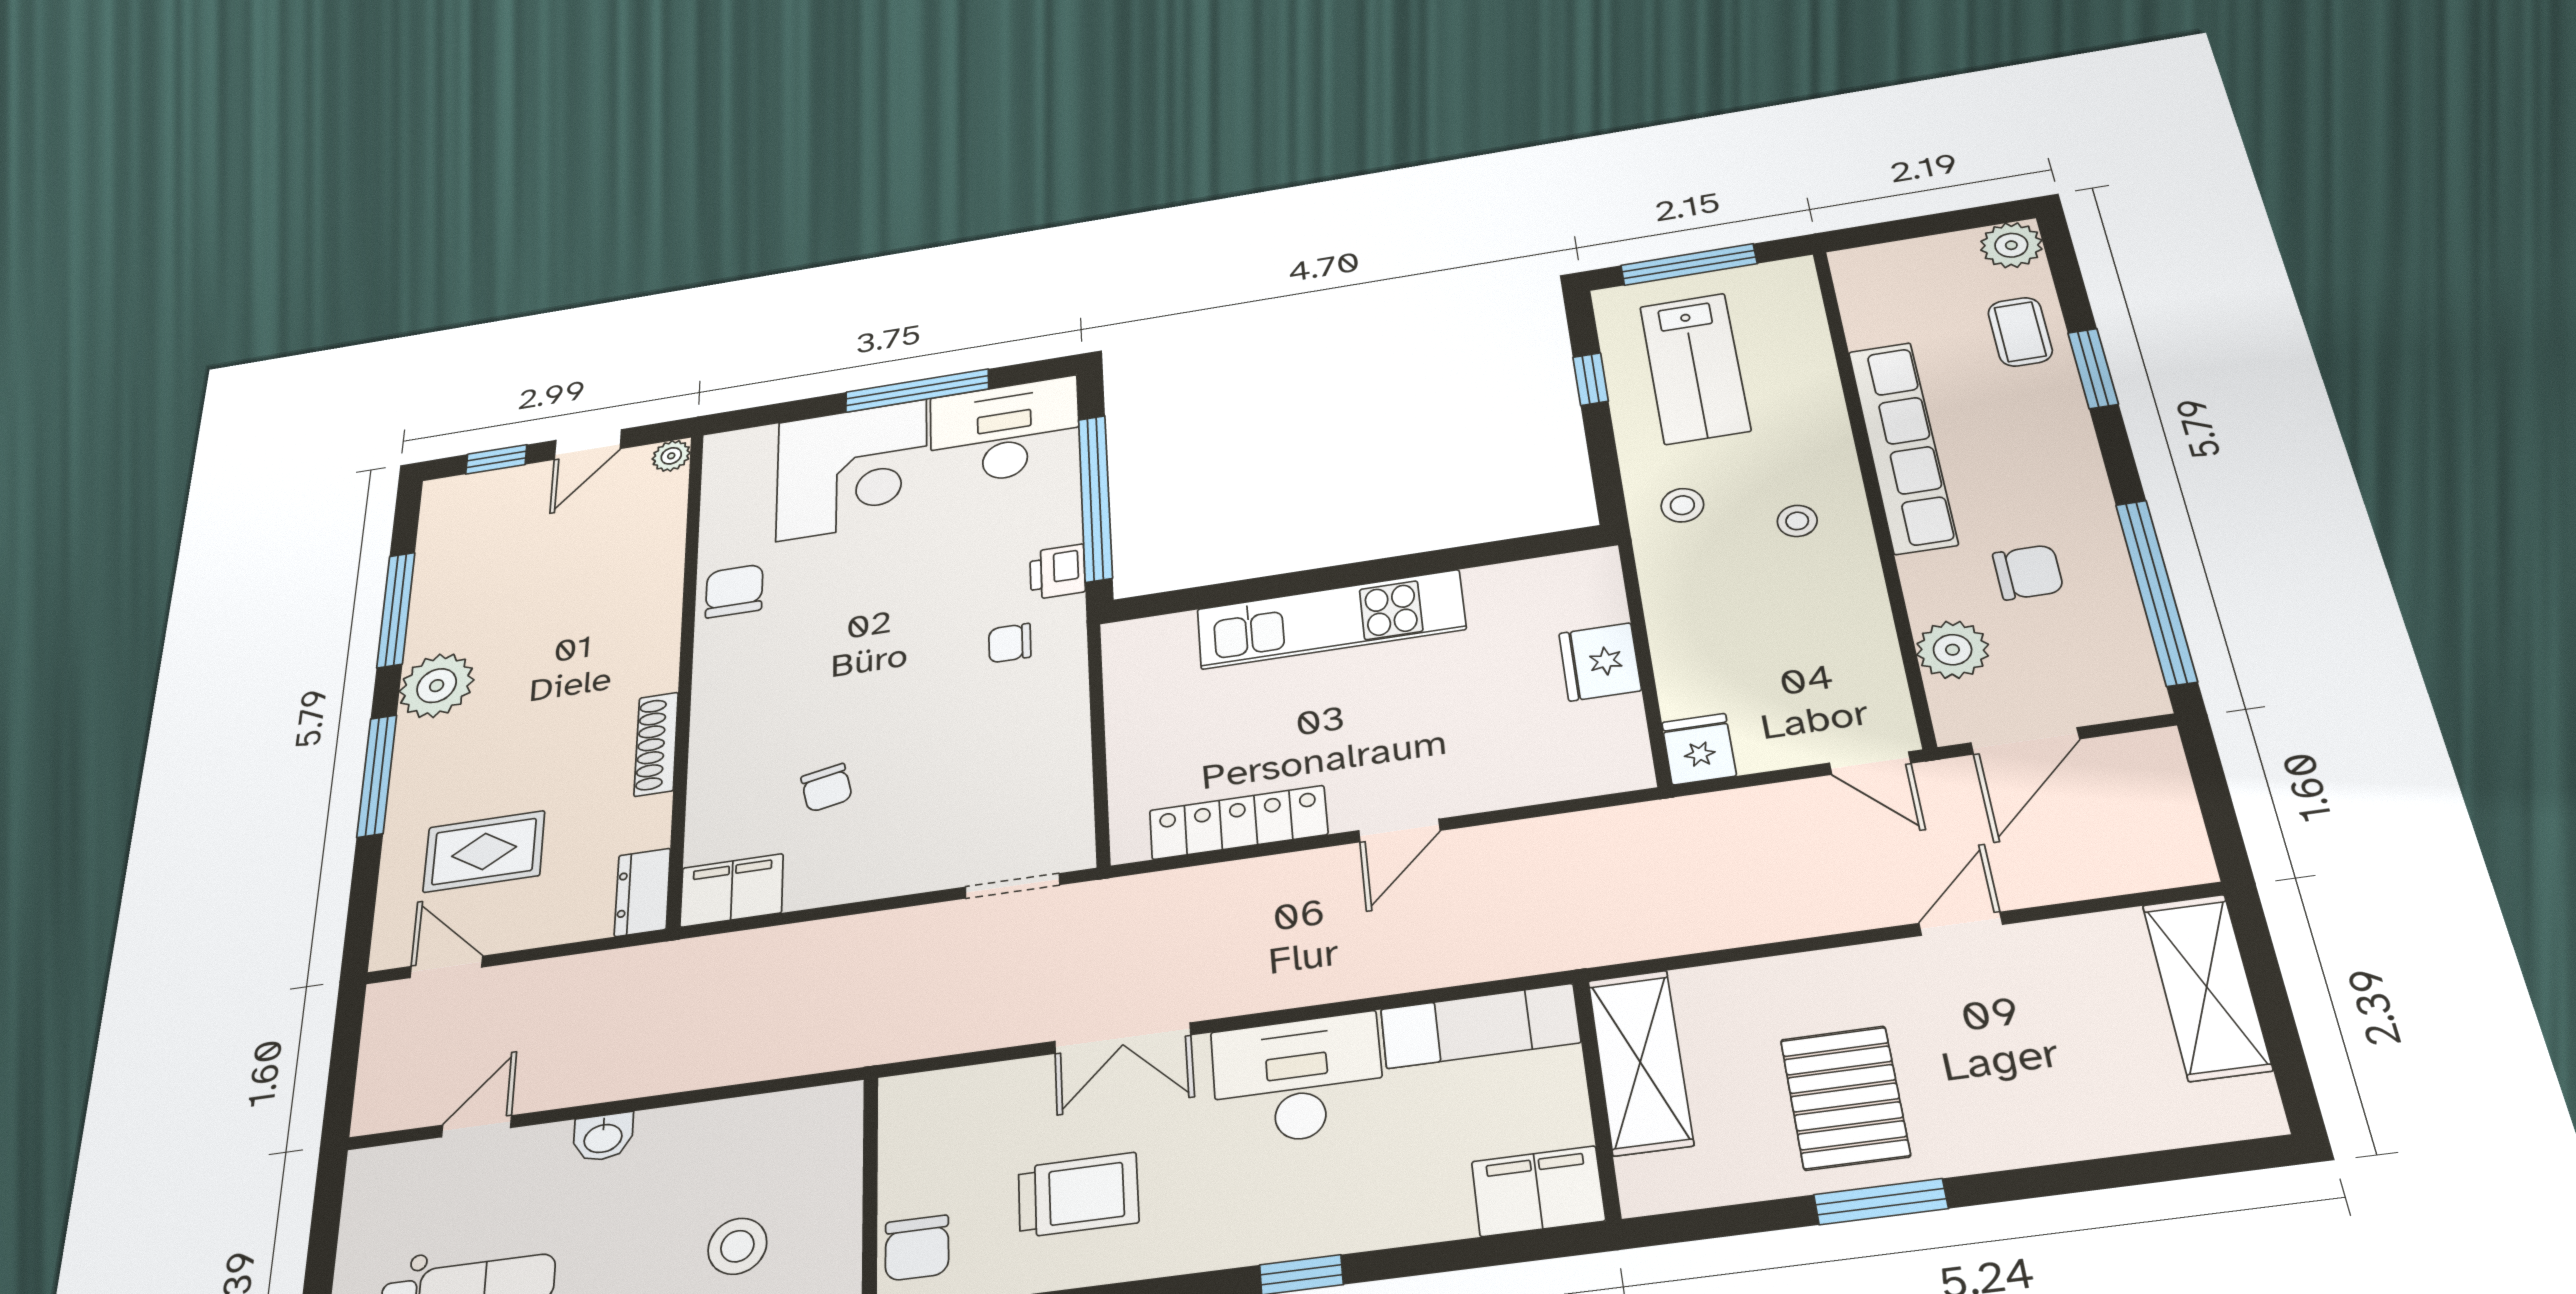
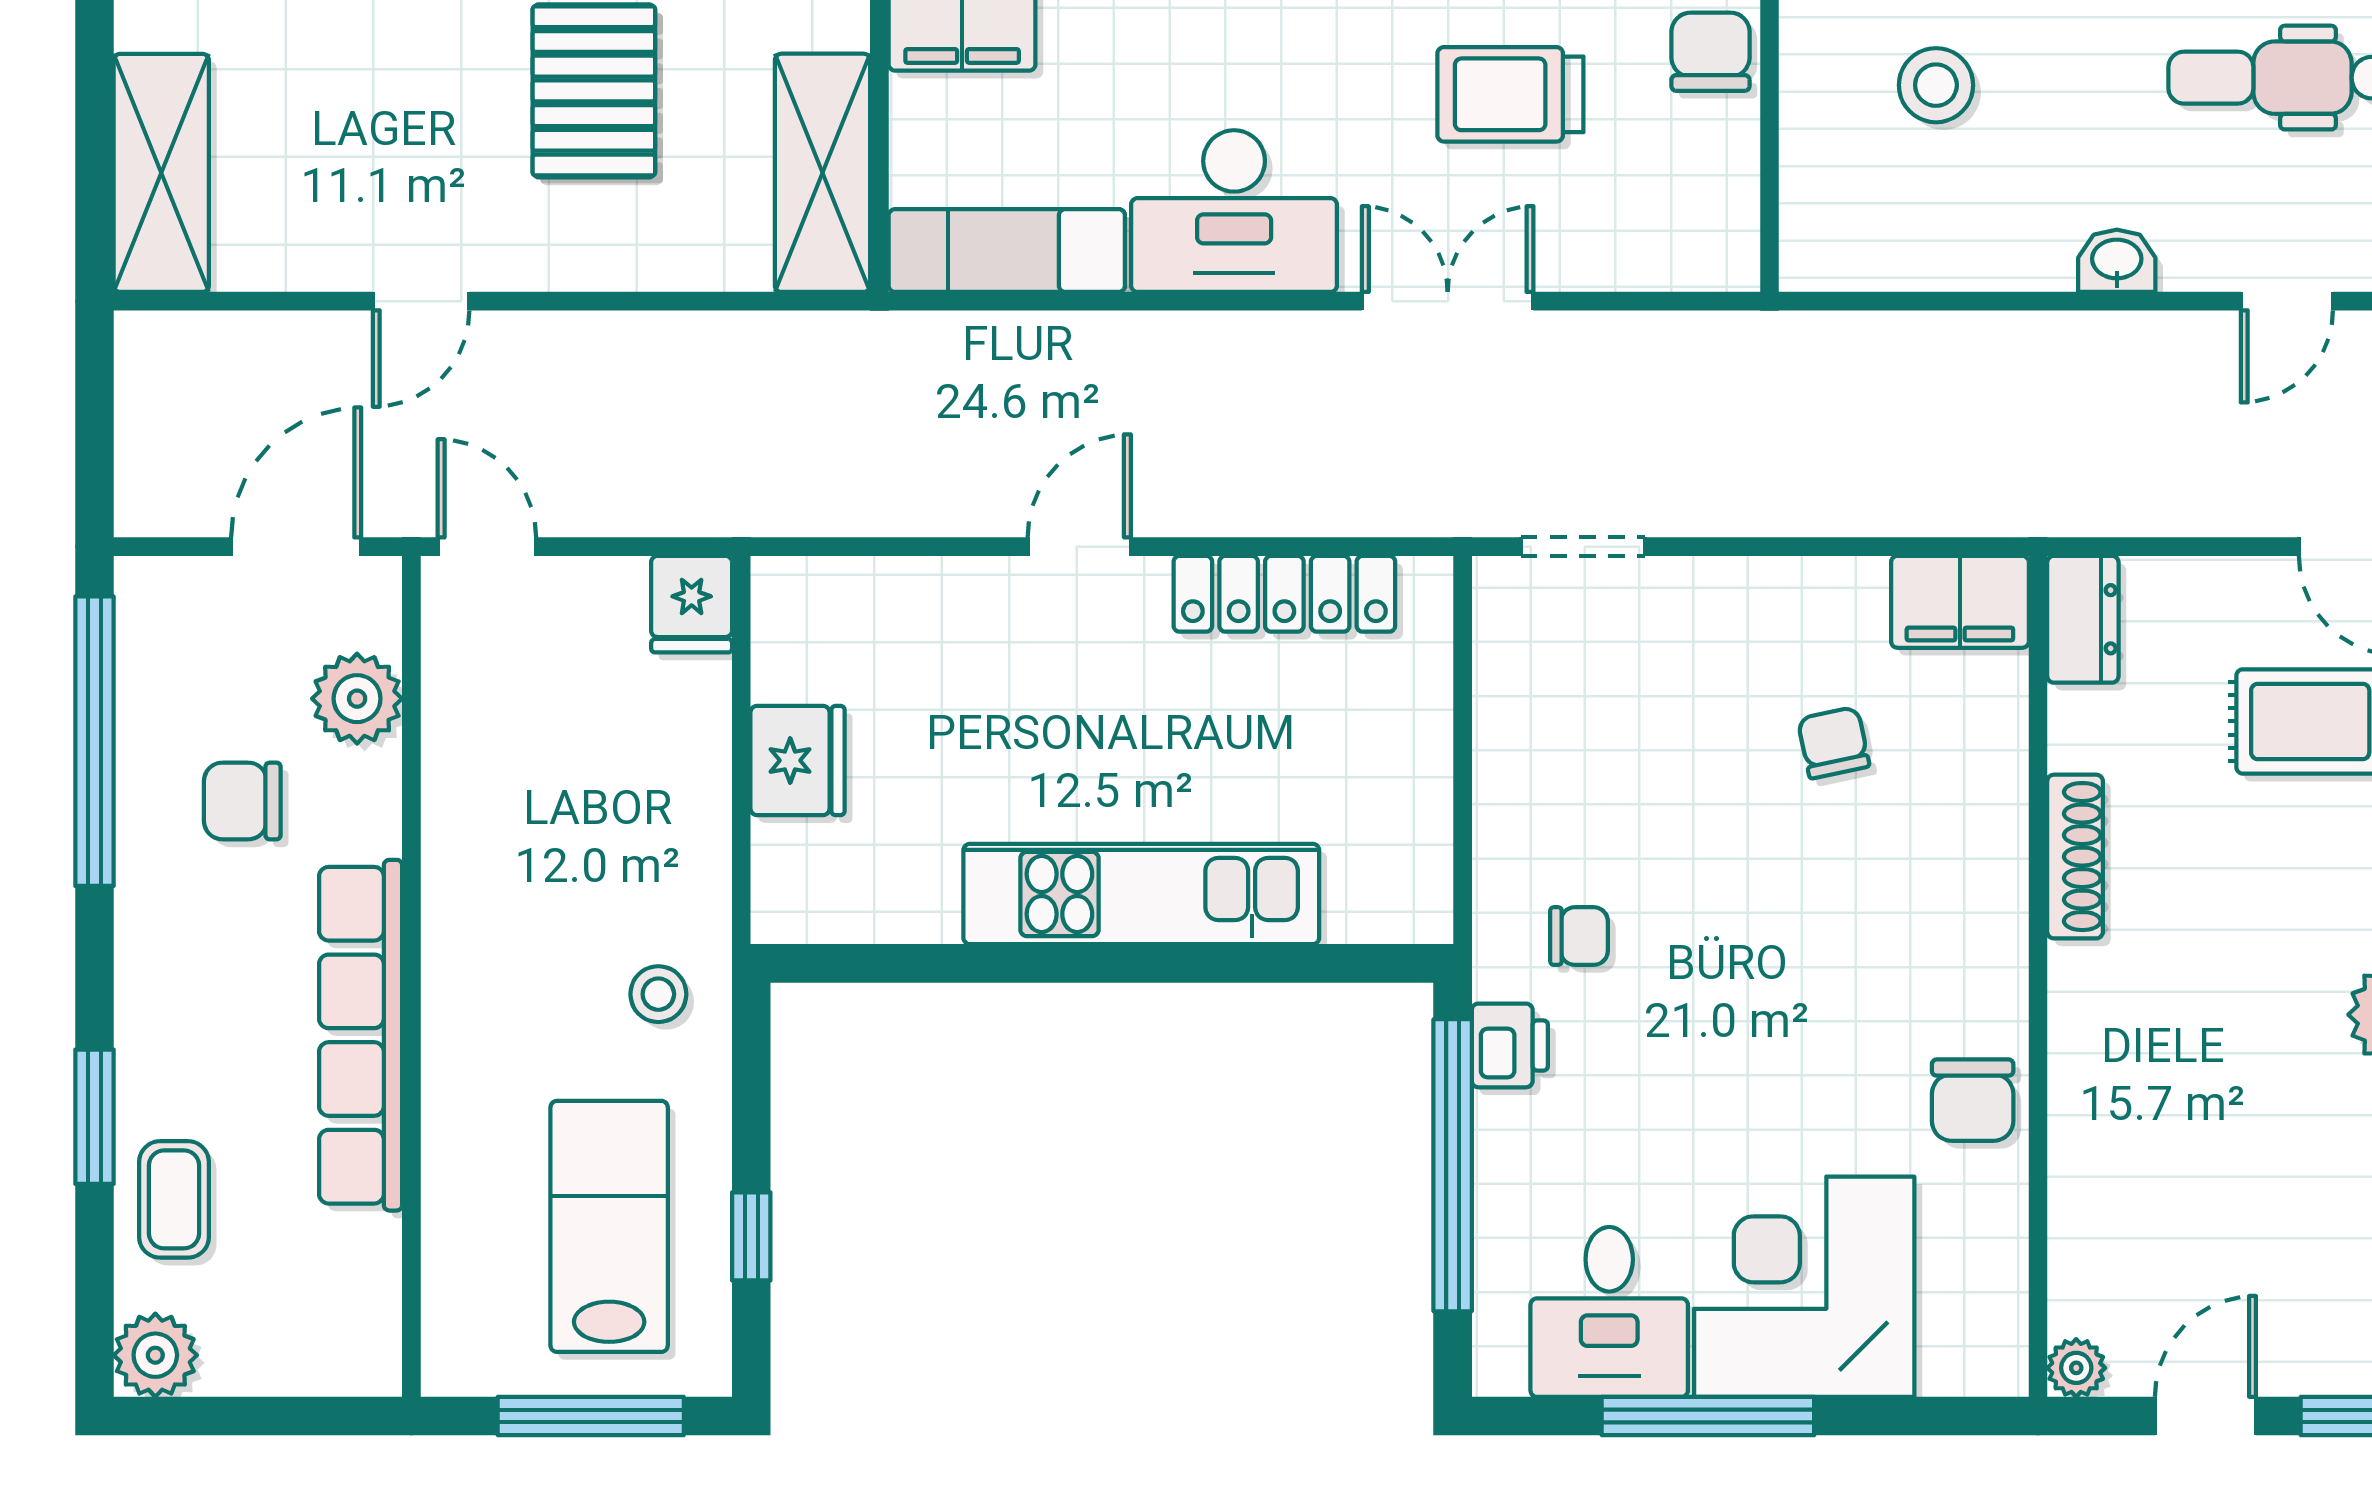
desk: (1004, 432) -> (1609, 1312), width x0.73
stool: (1797, 521) -> (515, 939), removed

